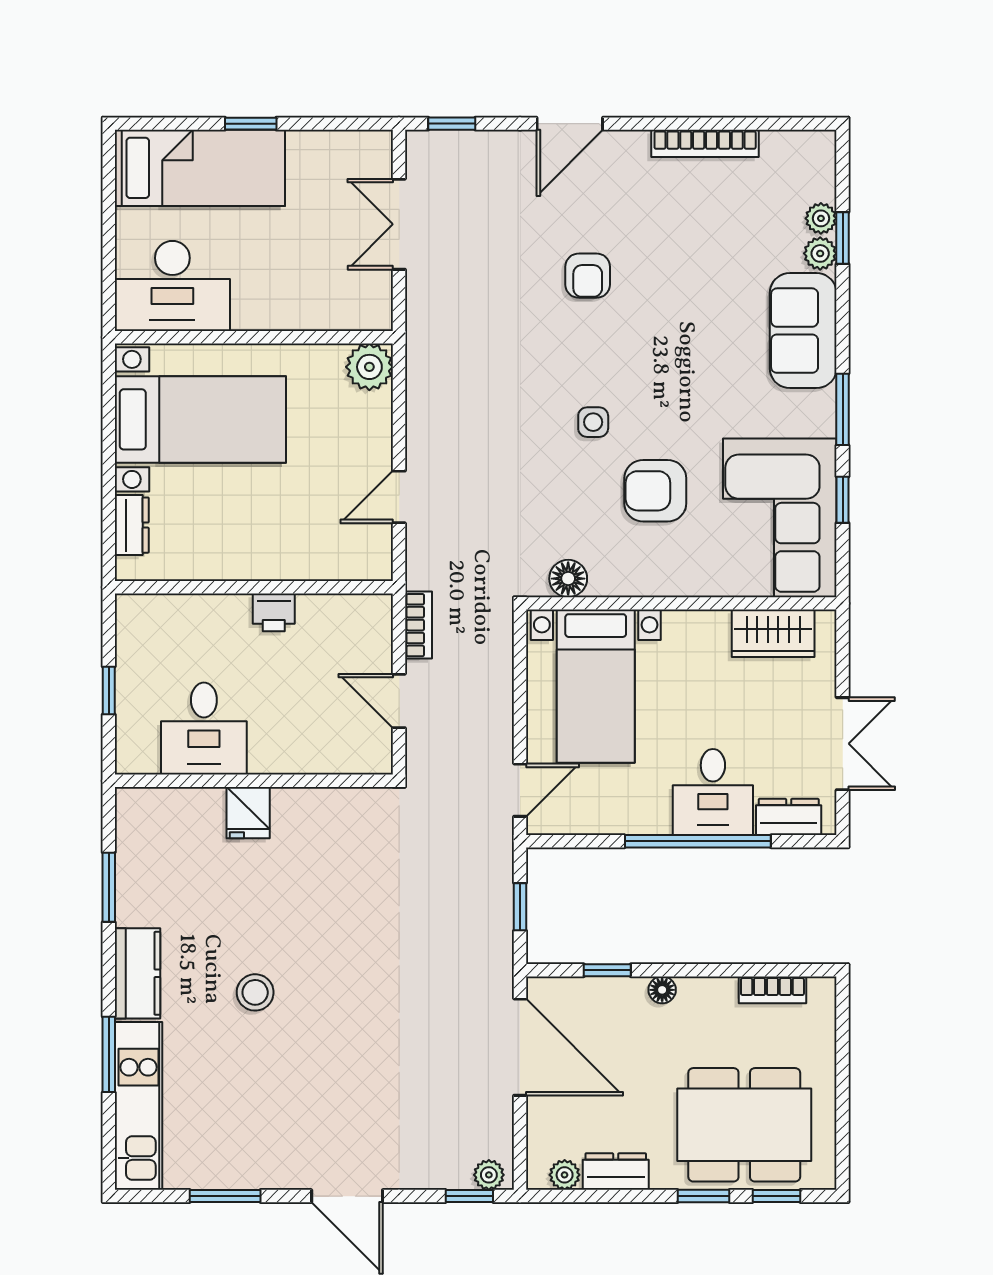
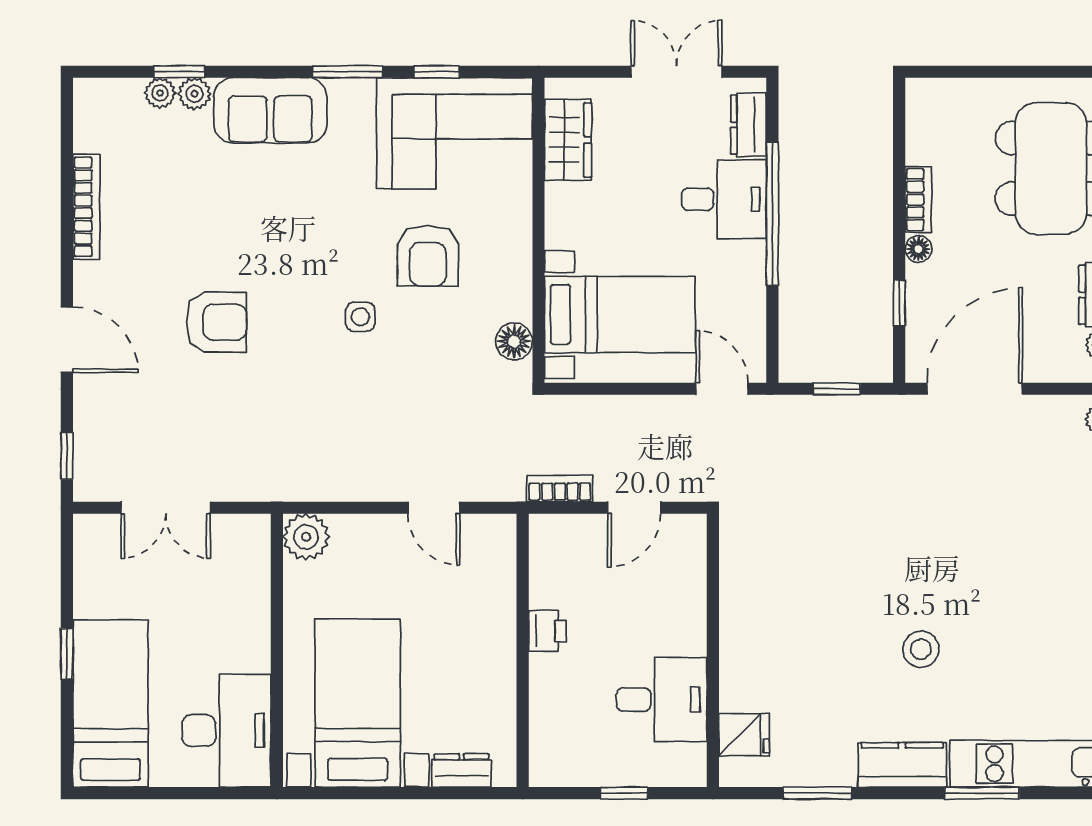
armchair: (588, 276) -> (216, 322), width x1.38, depth x1.38
fridge: (248, 813) -> (744, 735), moved
bookcase: (772, 990) -> (918, 199), moved

